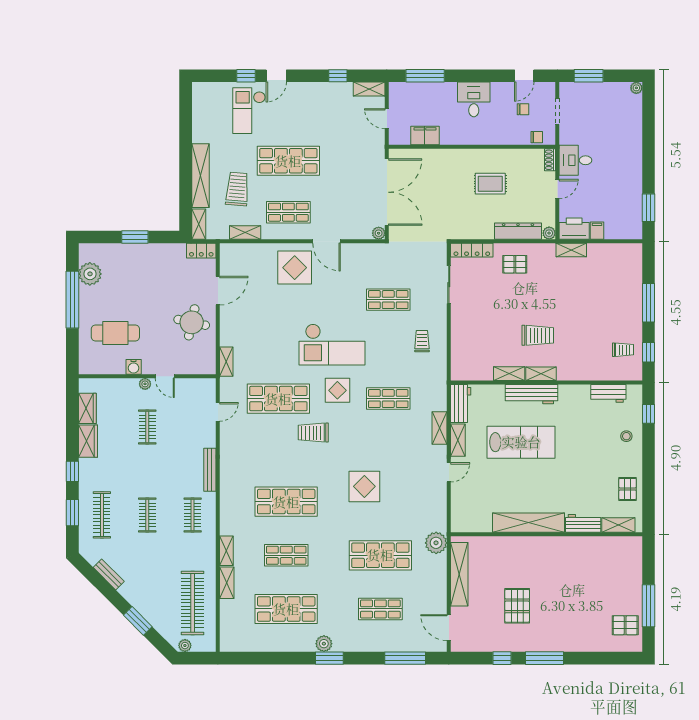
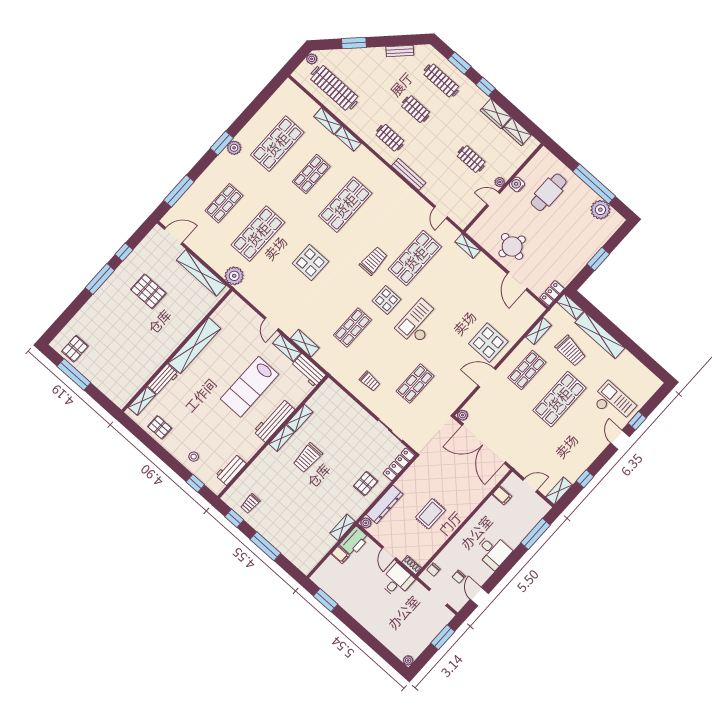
filing cabinet: (425, 135) -> (502, 495), width x0.50
checkout: (332, 345) -> (419, 323), width x0.73, depth x0.83

